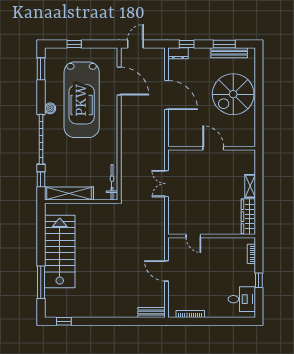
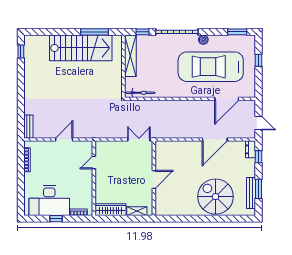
door: (135, 44) -> (258, 123), moved
wall: (212, 148) -> (154, 178), moved
door: (213, 148) -> (154, 180), moved
window: (41, 282) -> (94, 32), moved
desk: (242, 299) -> (49, 200), width x1.87, depth x1.30

